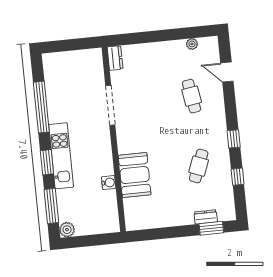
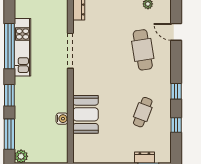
cafe table: (192, 96) -> (143, 50), width x1.37, depth x1.35
kitchen unit: (61, 156) -> (23, 47), moved

